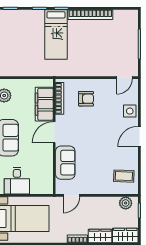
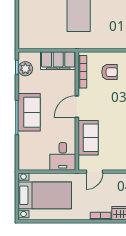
filing cabinet: (44, 104) -> (58, 61), moved, turned -90
desk: (17, 181) -> (63, 156), moved

